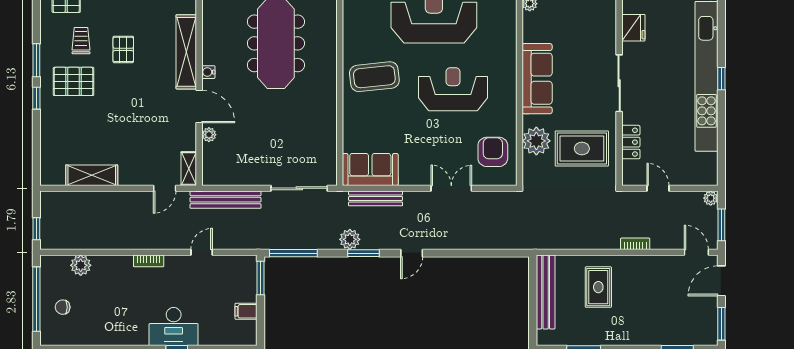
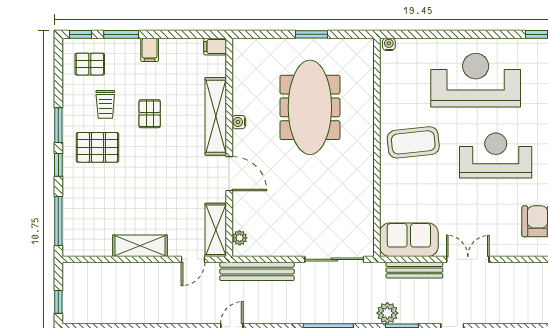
trolley: (81, 41) -> (105, 104), turned 180
water cooler: (208, 72) -> (239, 122), moved
plant: (209, 135) -> (240, 238), moved
window: (36, 152) -> (58, 221), added
shelving: (189, 169) -> (216, 230), width x1.50, depth x1.33
shelving: (92, 175) -> (140, 246), moved
double door: (451, 188) -> (468, 259), moved

